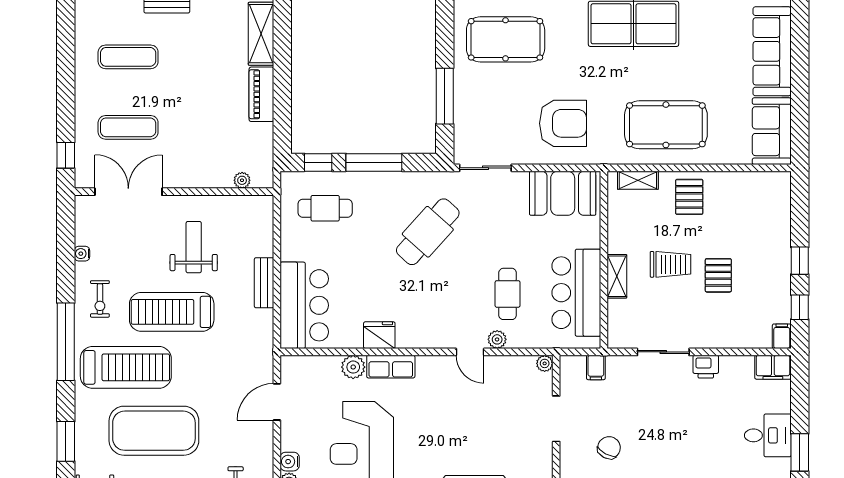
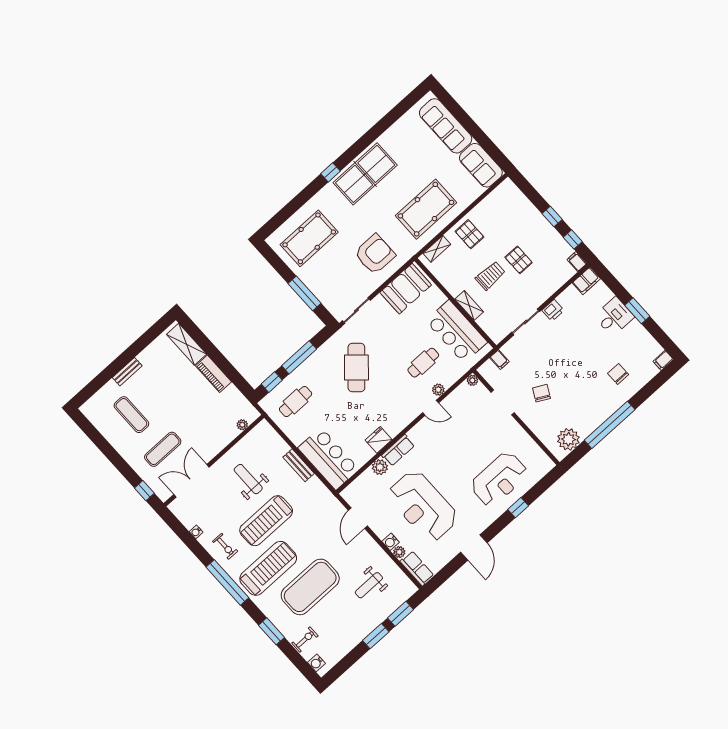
exercise mat: (128, 57) -> (131, 415), turned 90
cafe table: (508, 294) -> (423, 363), turned 90

